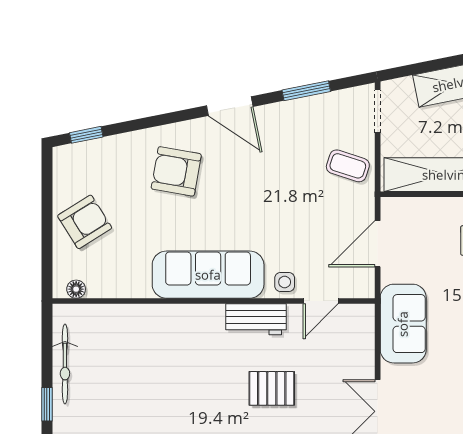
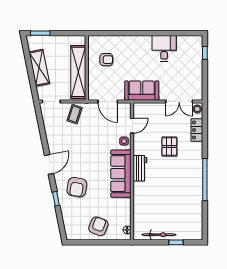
window: (306, 91) -> (43, 132), removed
window: (86, 135) -> (56, 199), moved
armchair: (85, 222) -> (98, 226), turned 53
door: (321, 301) -> (132, 126), hinge flipped
workbench: (256, 319) -> (140, 168), moved

